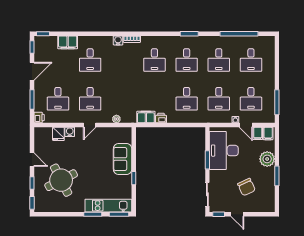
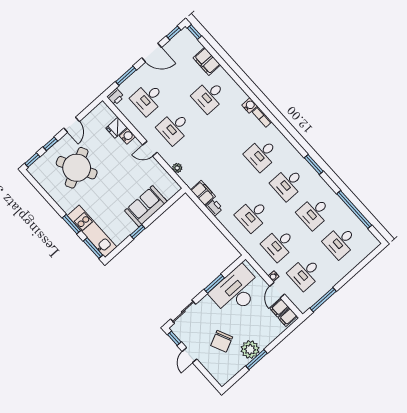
plant: (267, 159) -> (250, 349), moved

